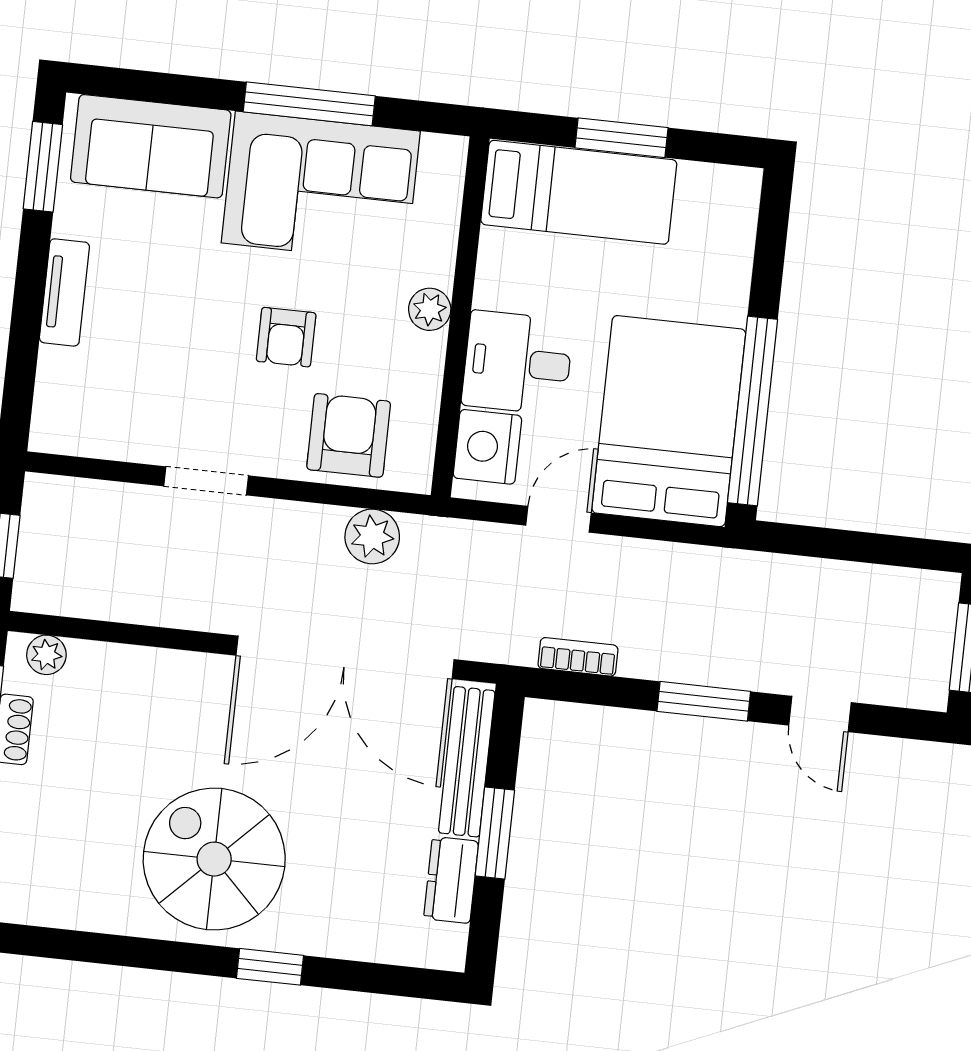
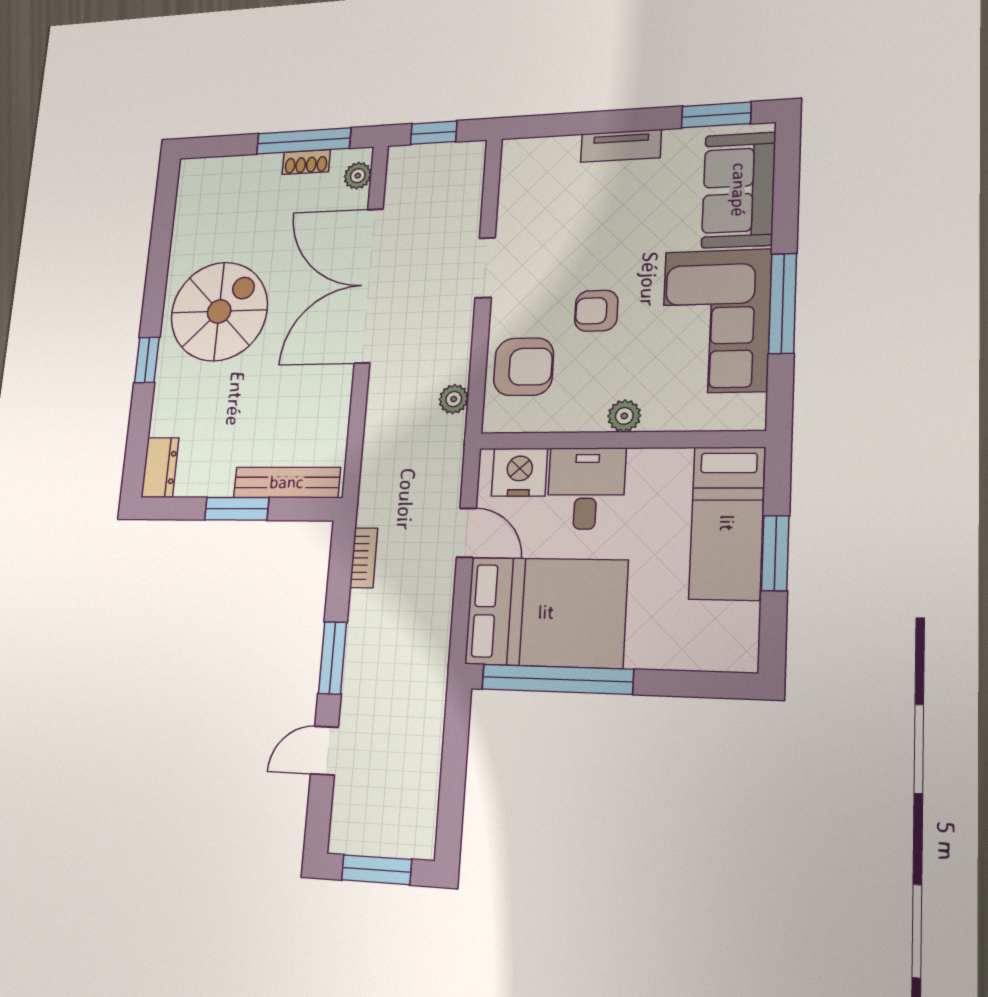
plant: (372, 536) -> (454, 399), width x0.73, depth x0.73
double door: (345, 657) -> (369, 285), moved
dresser: (451, 880) -> (160, 467), moved, turned 90

